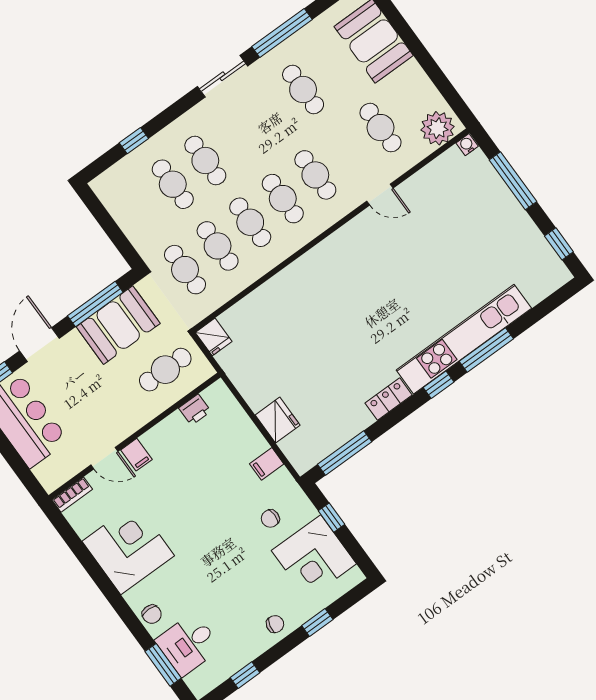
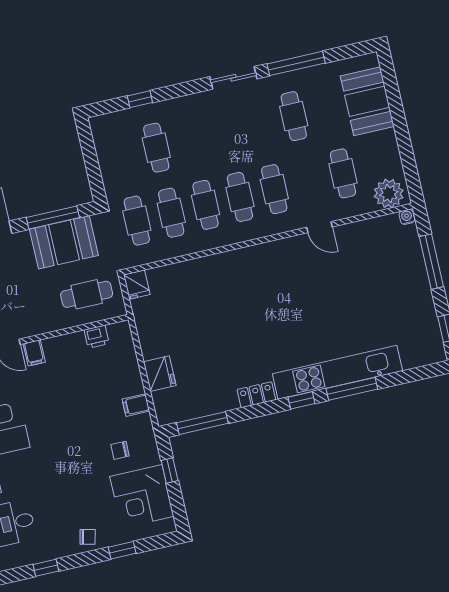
cafe table: (205, 161) -> (191, 140), removed

